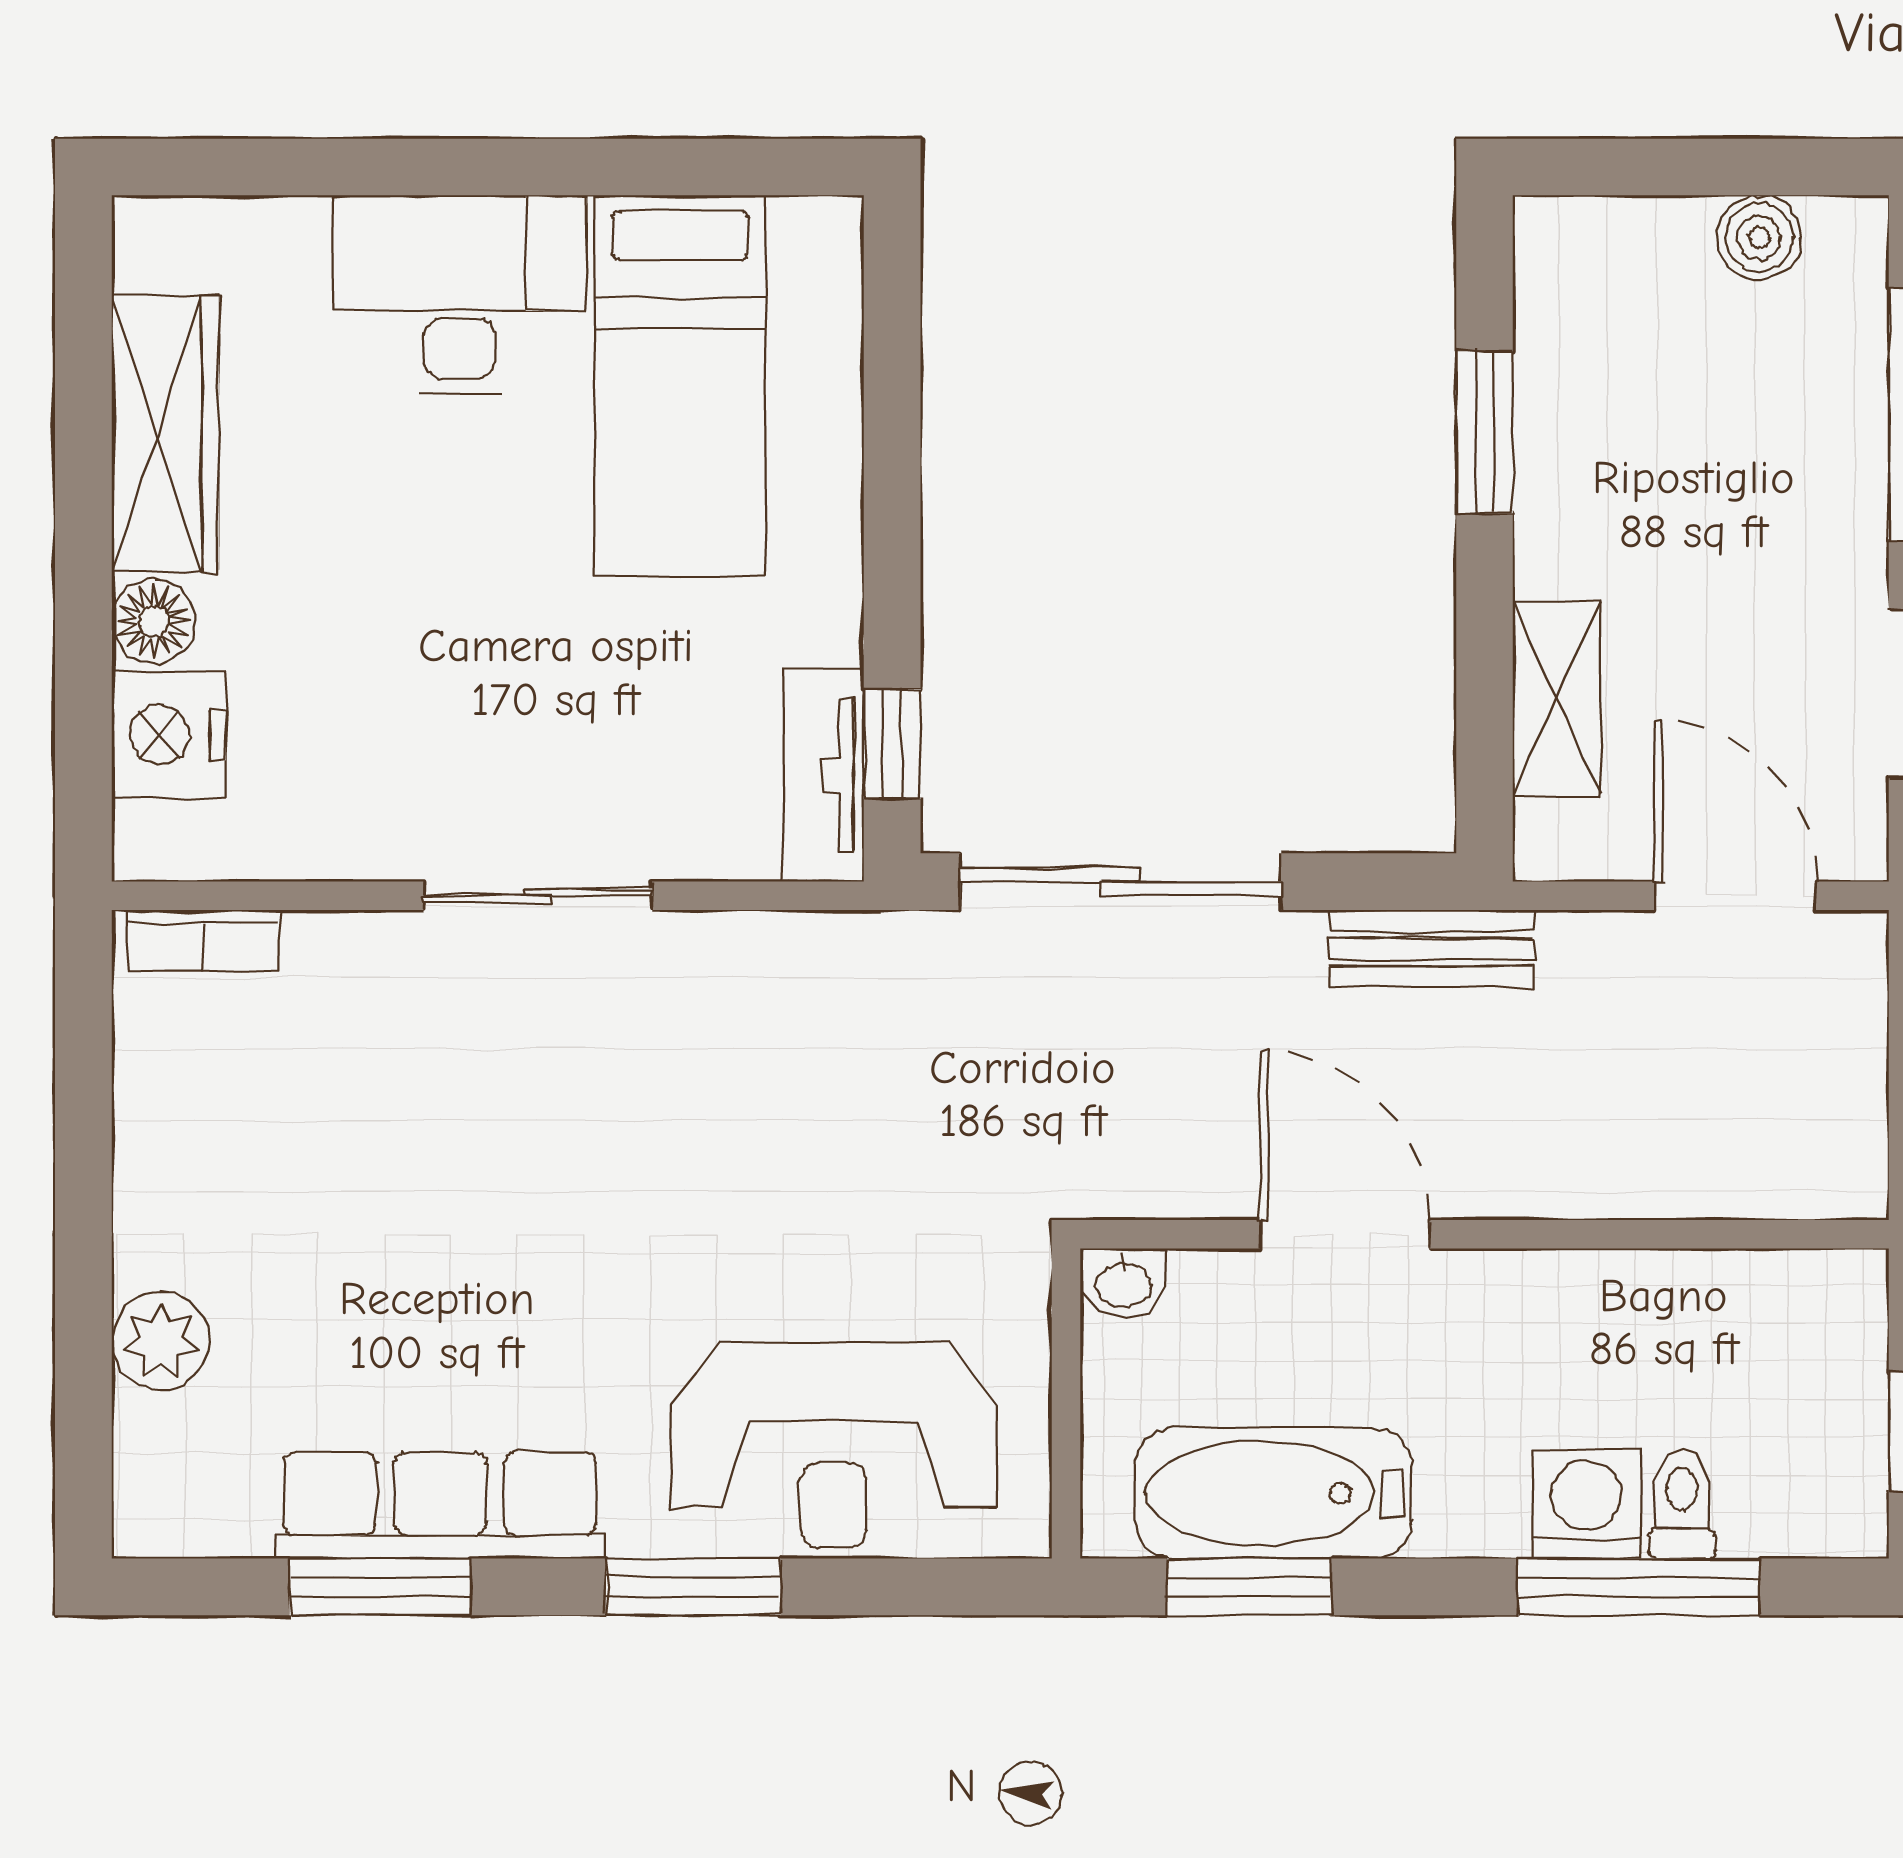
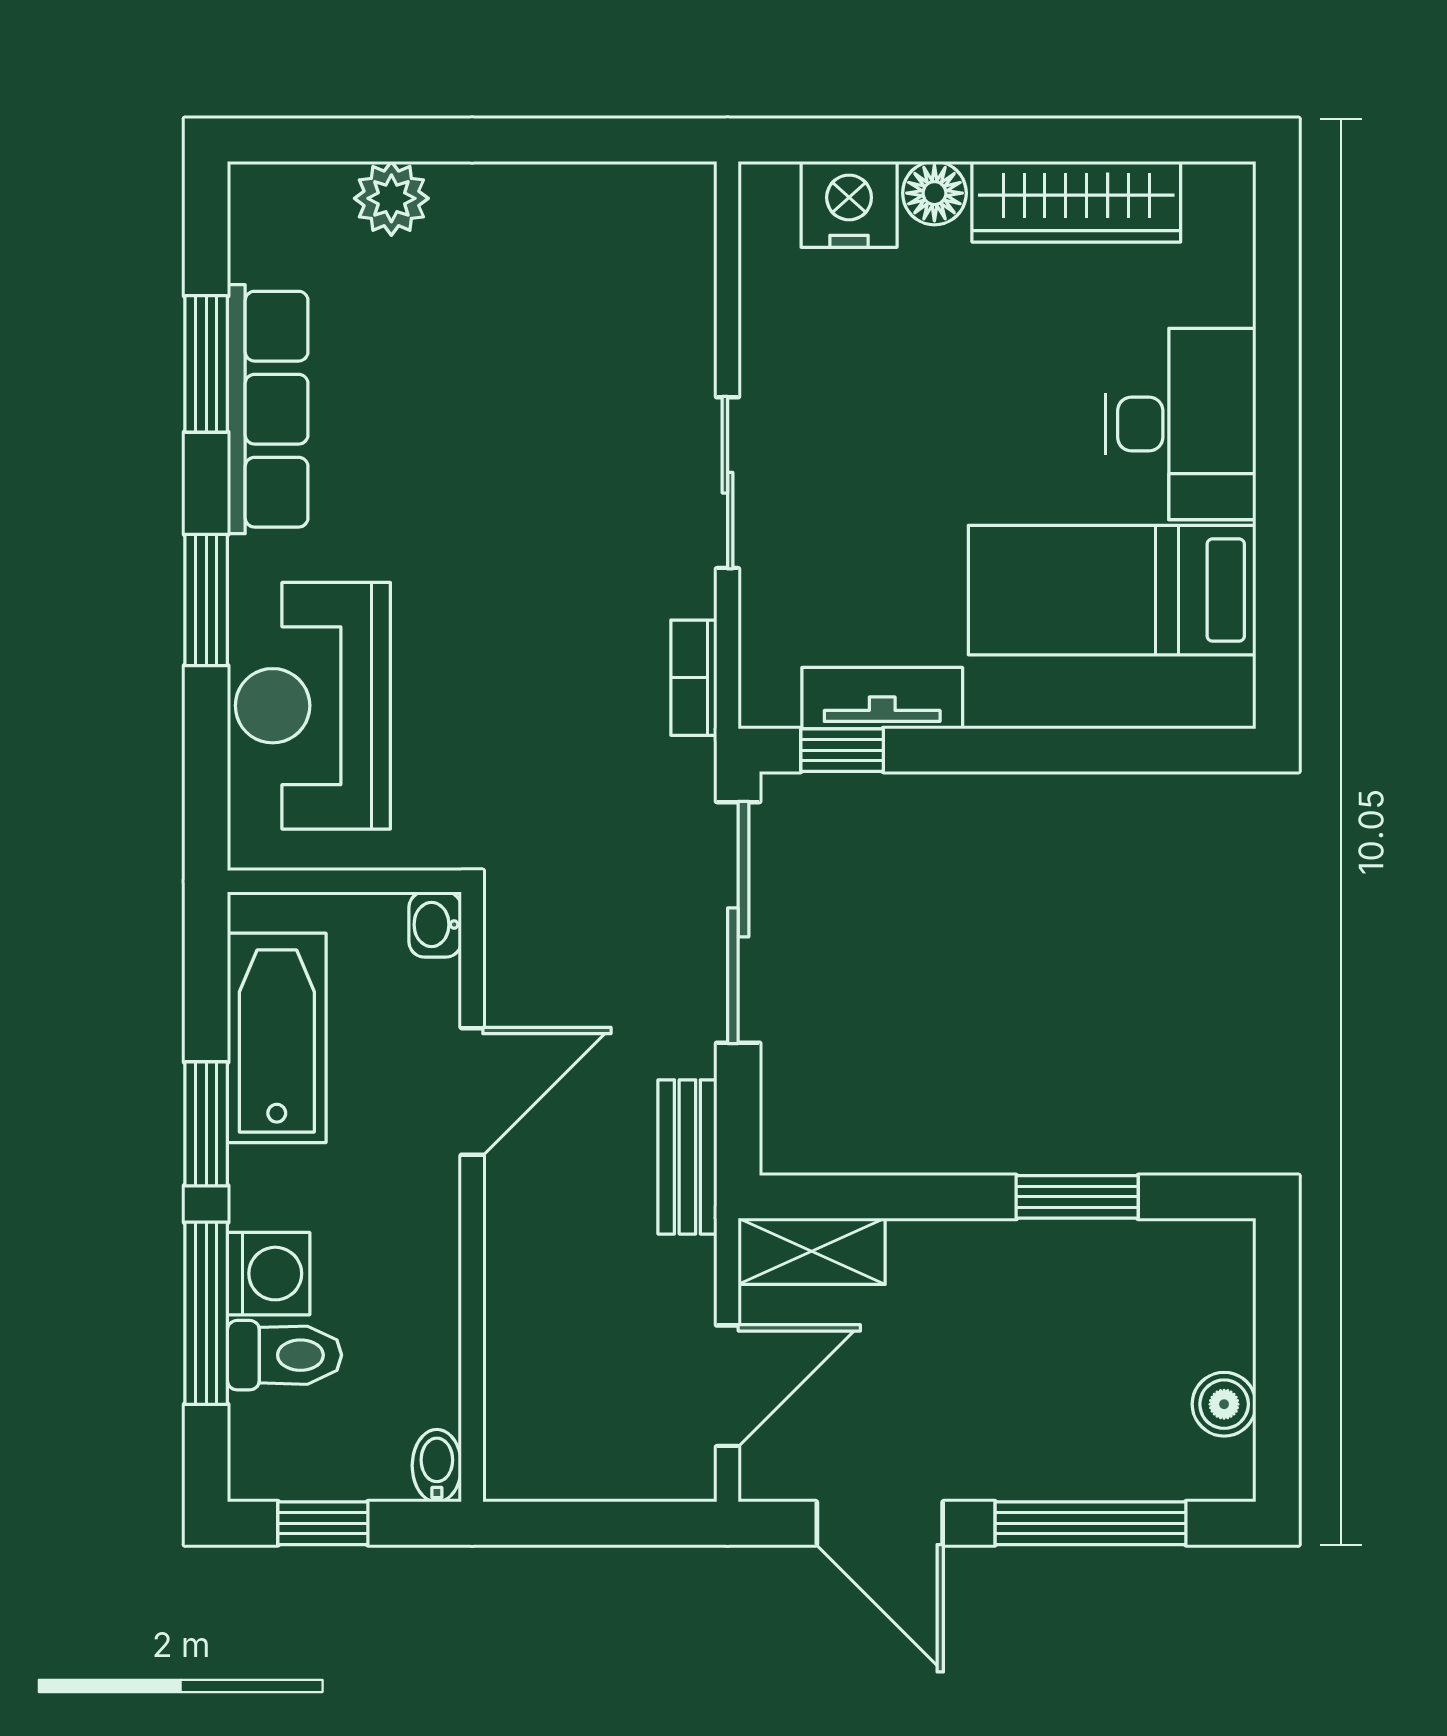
shelving: (1557, 698) -> (812, 1251), moved
tv unit: (823, 775) -> (882, 698), moved
bookcase: (203, 940) -> (694, 678), moved
bidet: (1841, 1281) -> (437, 1466), added
toilet: (1682, 1504) -> (284, 1355), width x1.37, depth x1.39
window: (1249, 1587) -> (206, 1124), moved

